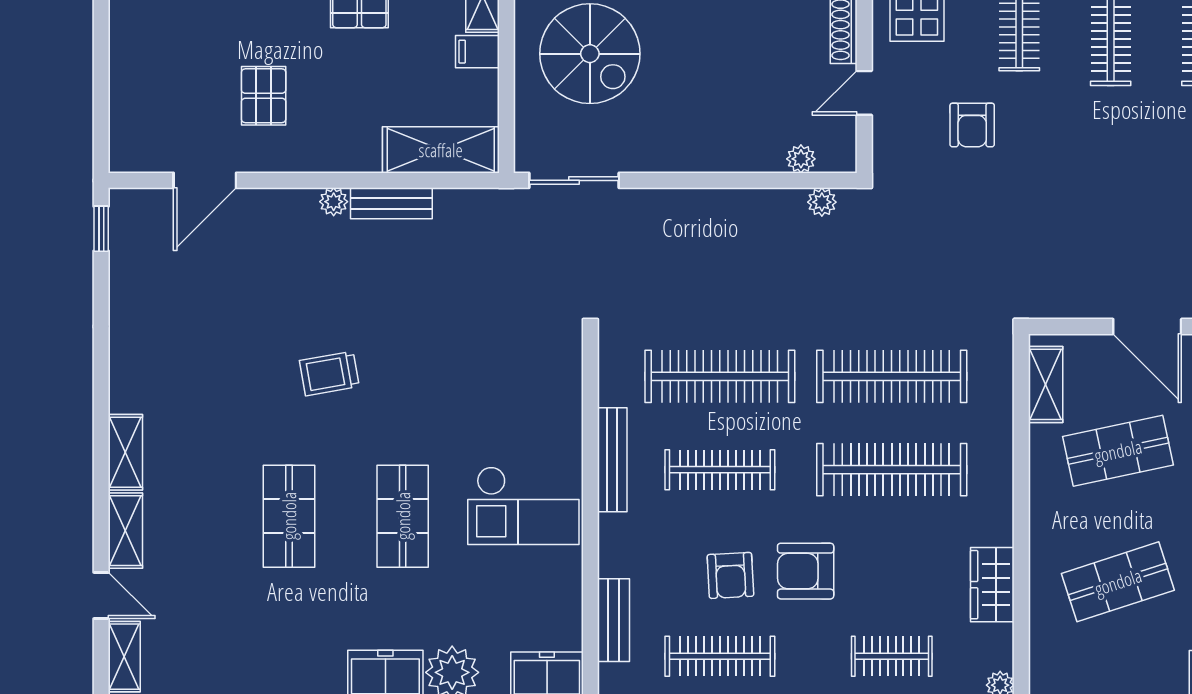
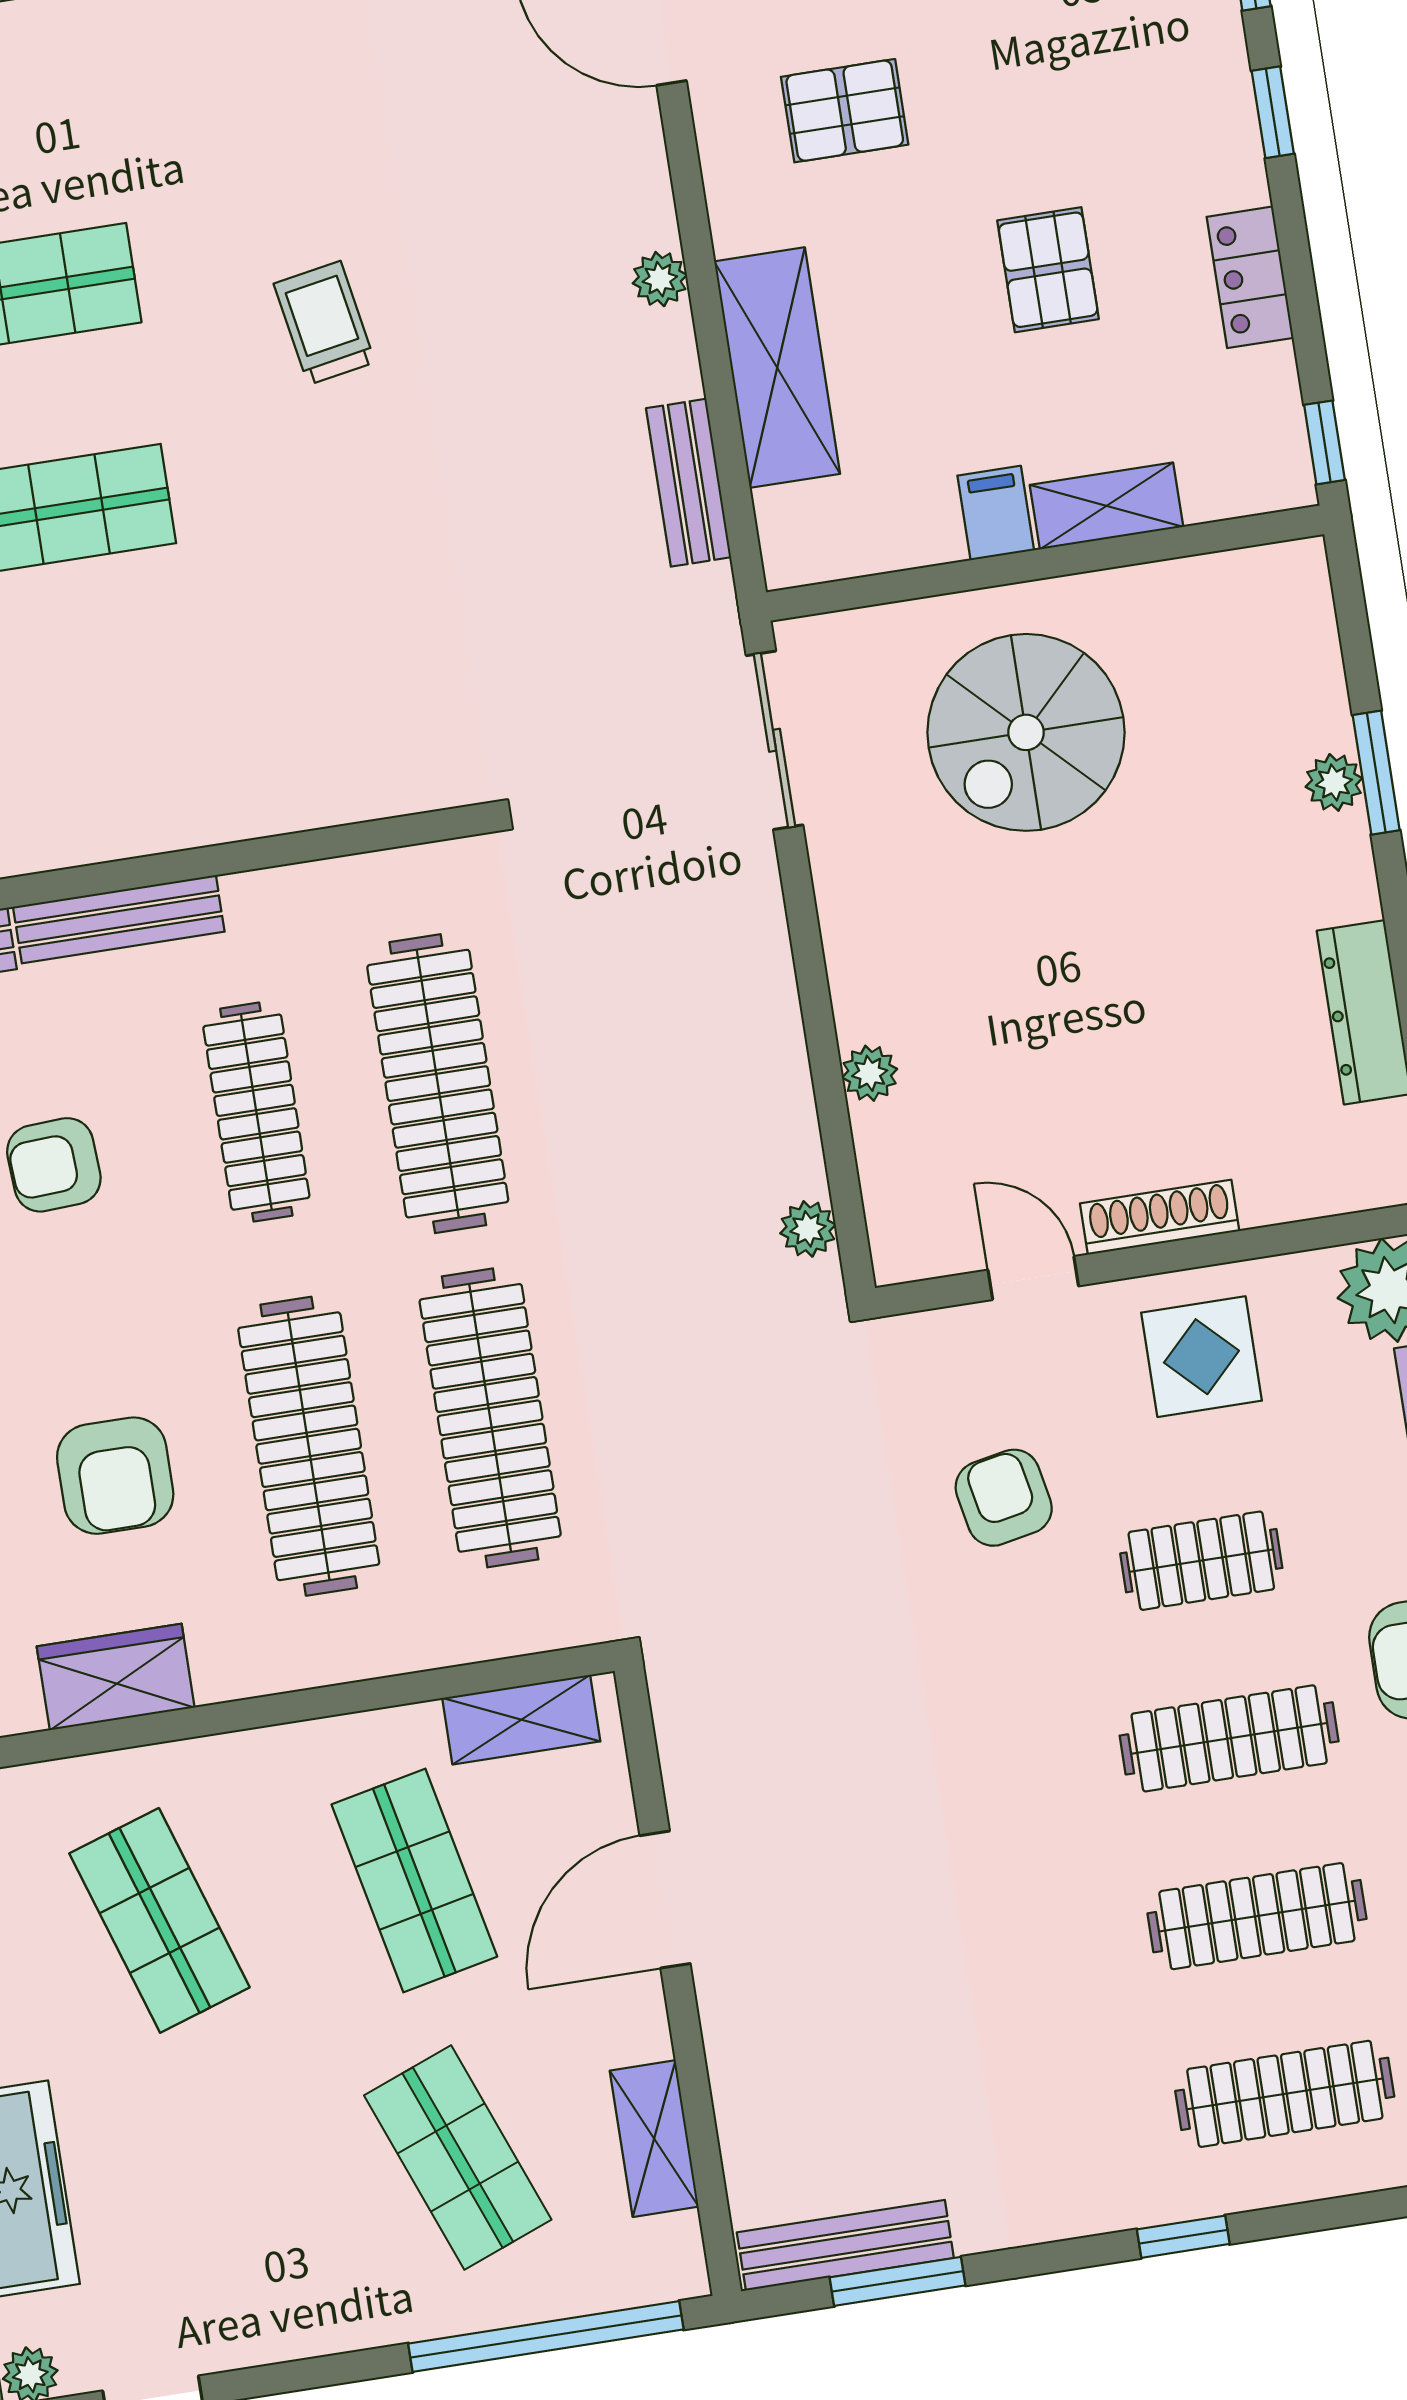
armchair: (972, 125) -> (1004, 1498), turned 79
shelving: (441, 150) -> (777, 368), moved
plant: (801, 159) -> (870, 1073), moved
bench: (391, 203) -> (689, 483), moved
bench: (612, 460) -> (119, 919), moved
checkout: (523, 506) -> (126, 741), removed
armchair: (806, 571) -> (115, 1476), moved, turned 180

